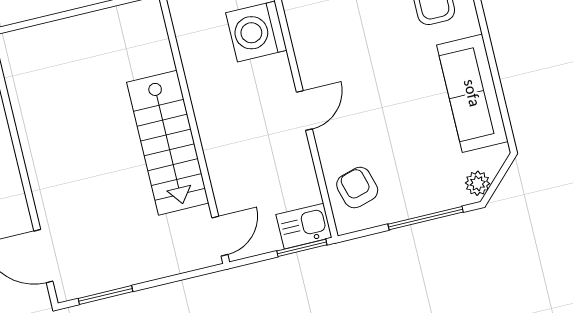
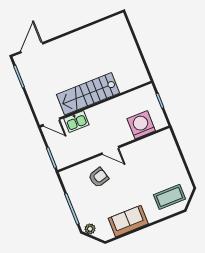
sofa: (472, 93) -> (128, 221), width x0.73
armchair: (357, 188) -> (99, 177), moved
kitchen sink: (304, 226) -> (76, 122), moved, turned 90

